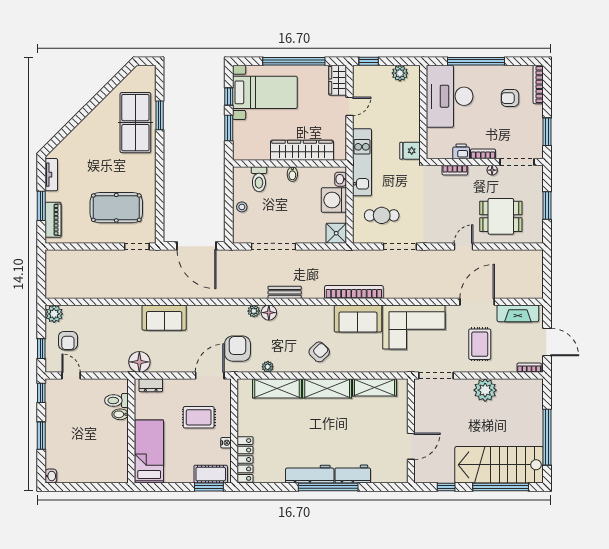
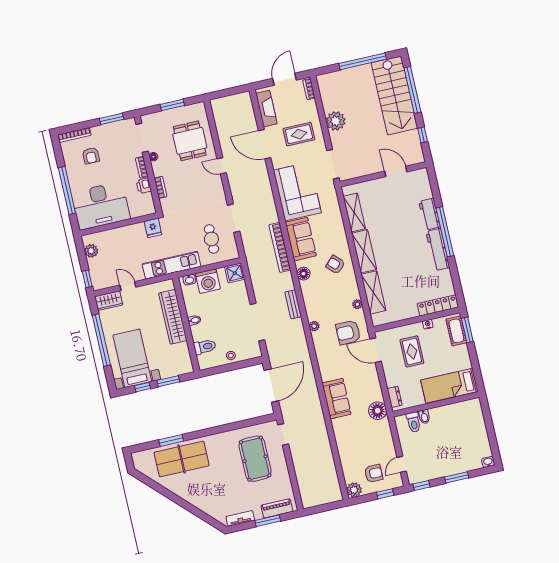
floor lamp: (269, 313) -> (303, 274), moved

